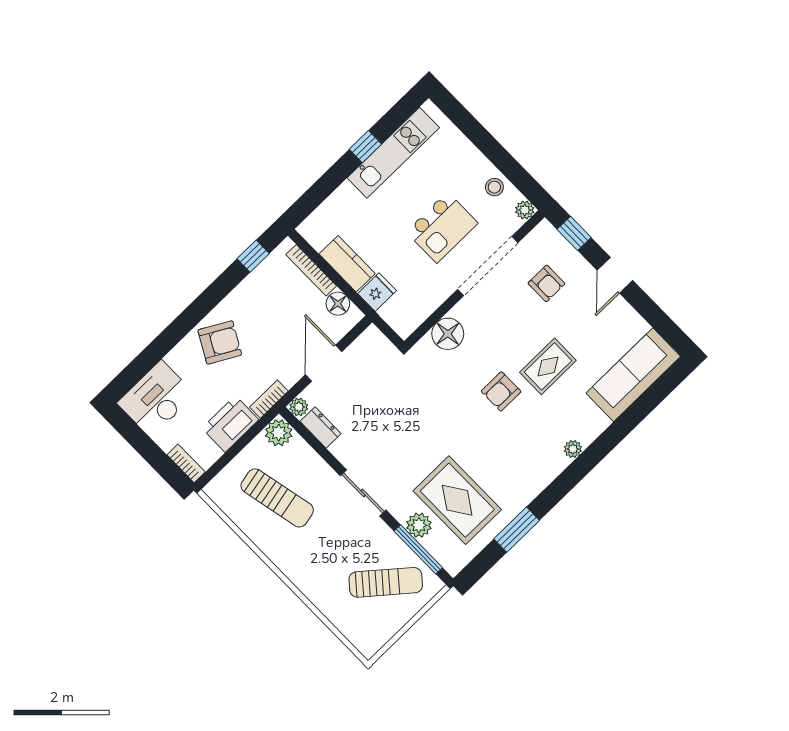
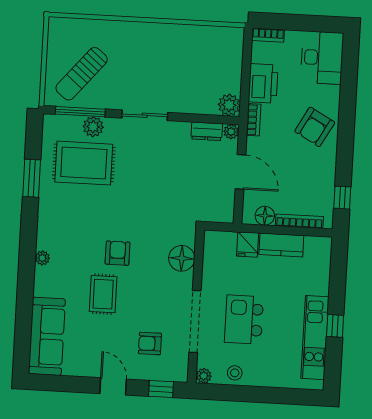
sun lounger: (277, 498) -> (194, 65), removed

